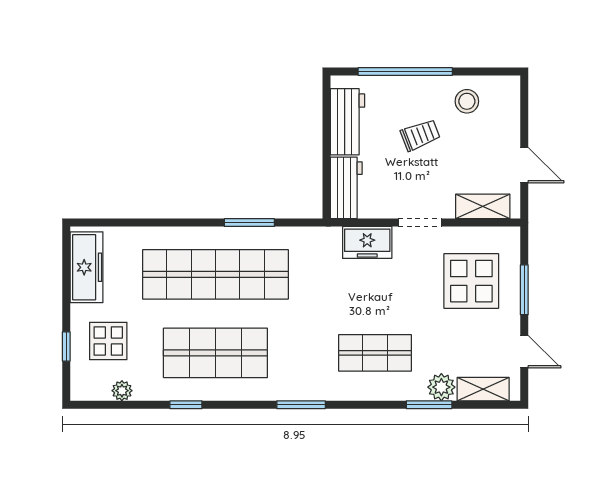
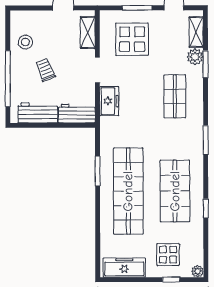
plant: (122, 391) -> (198, 271), moved

